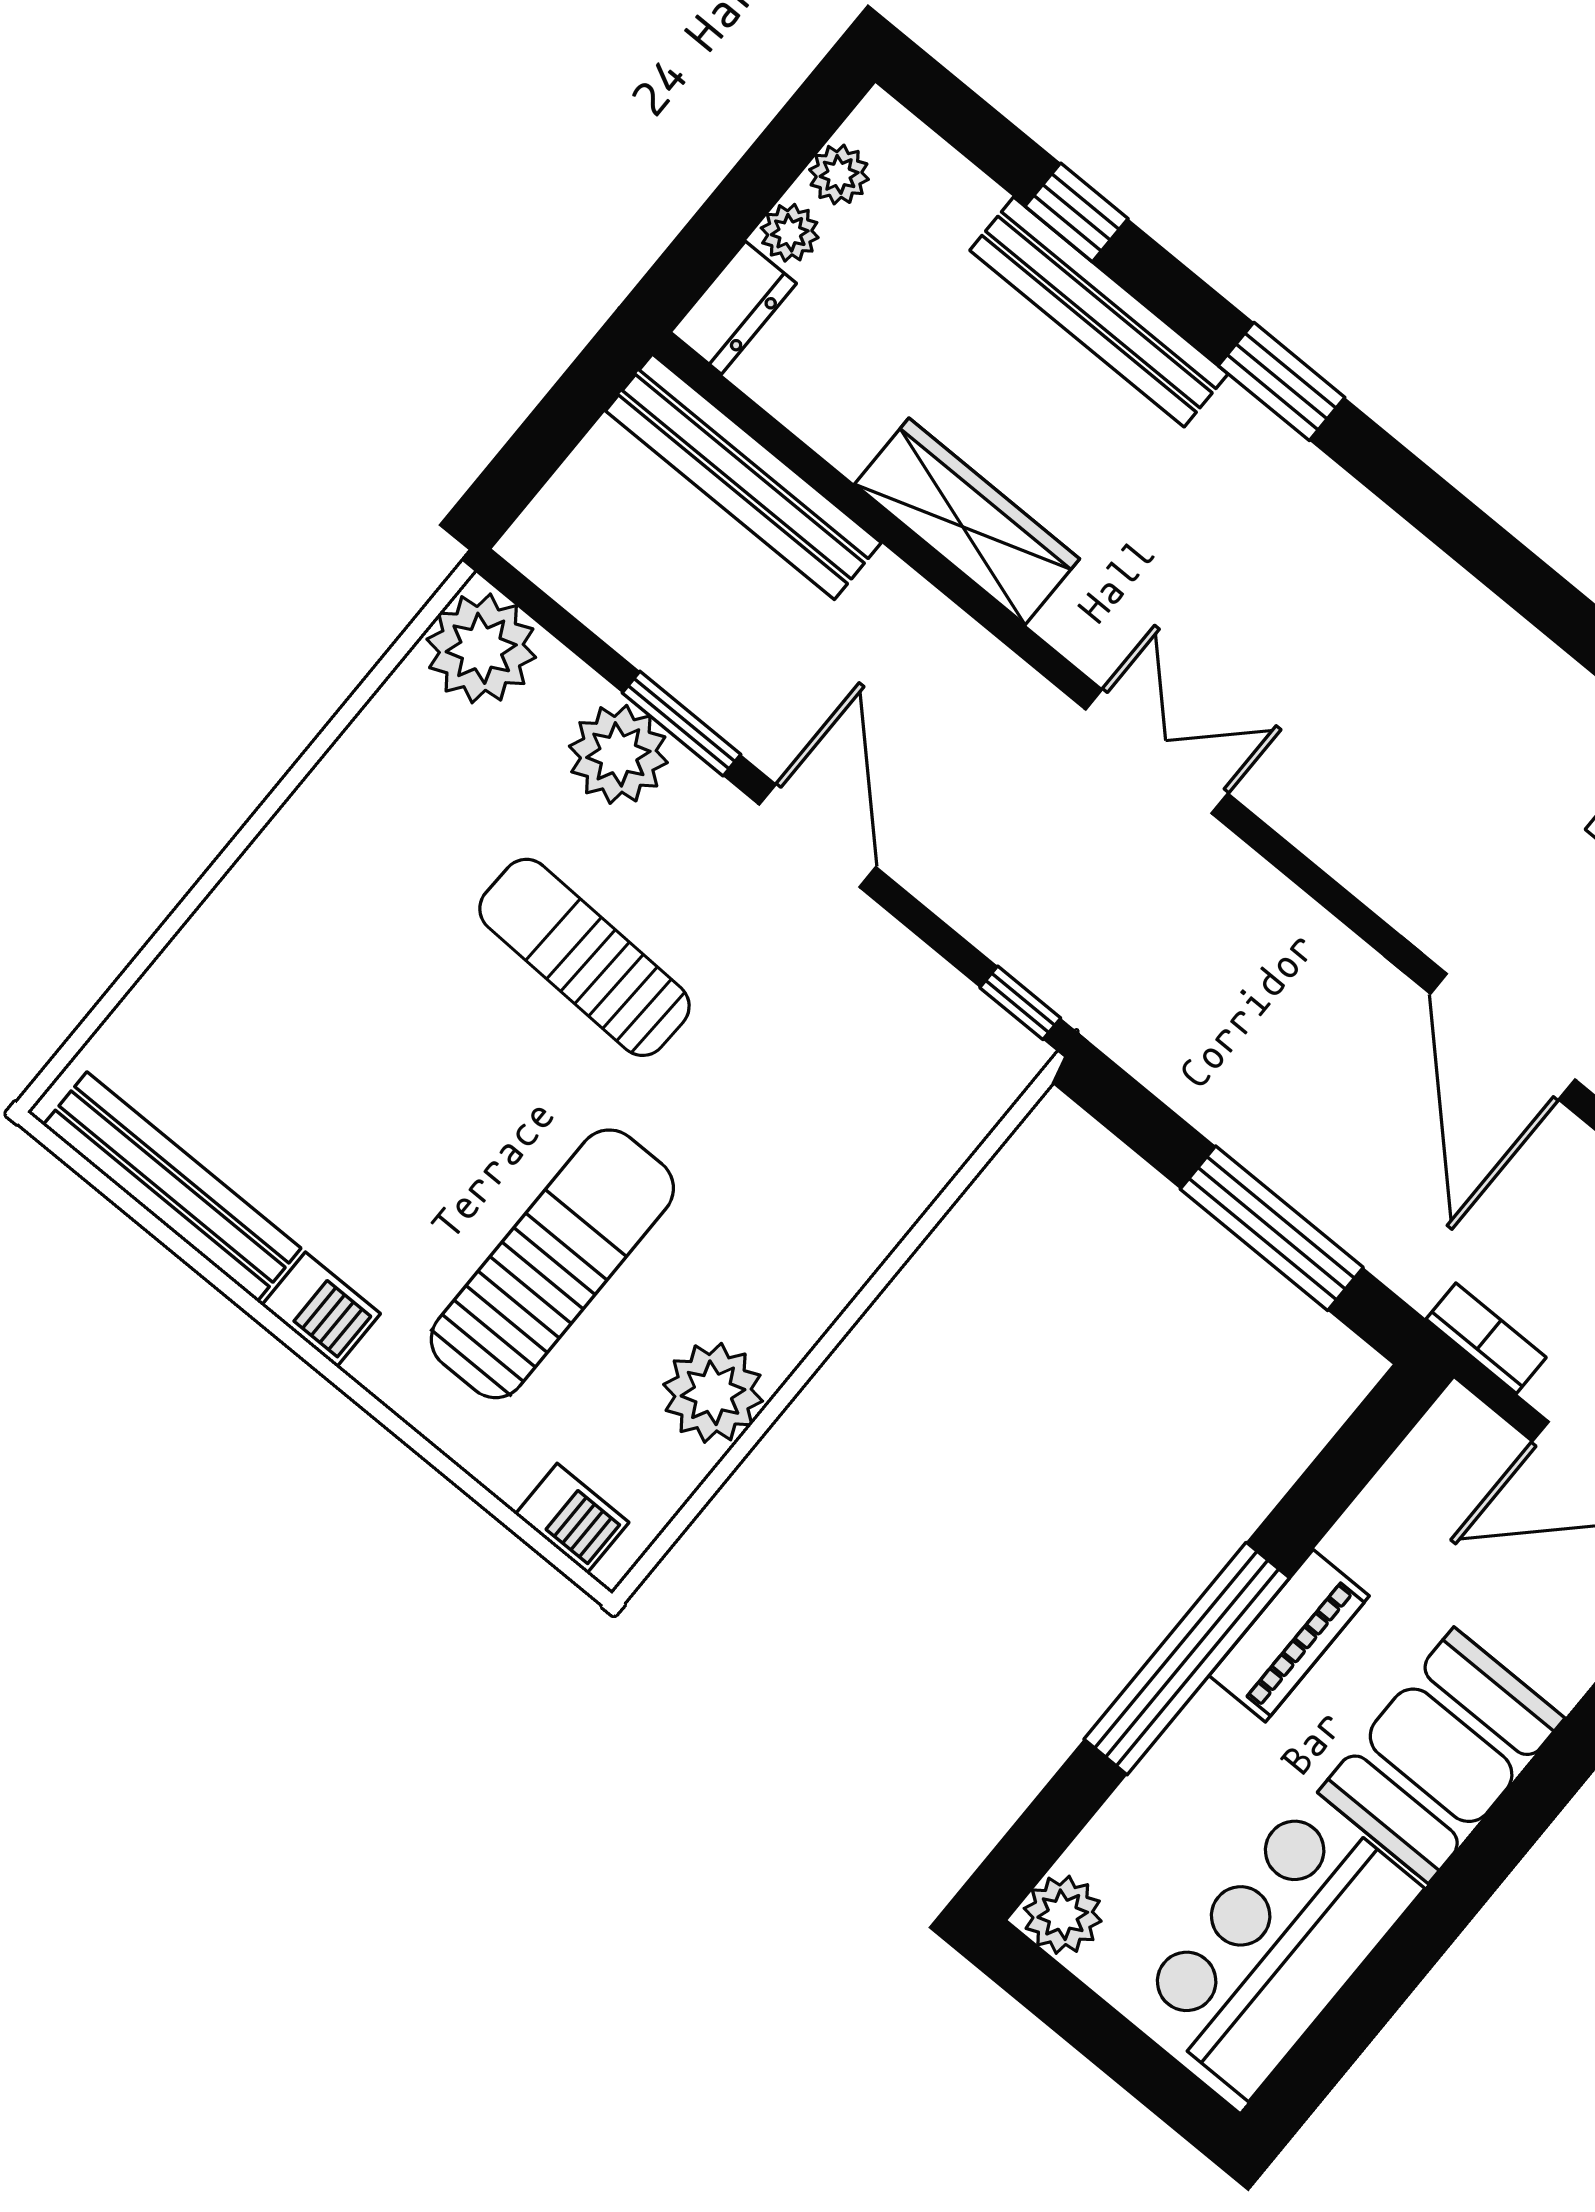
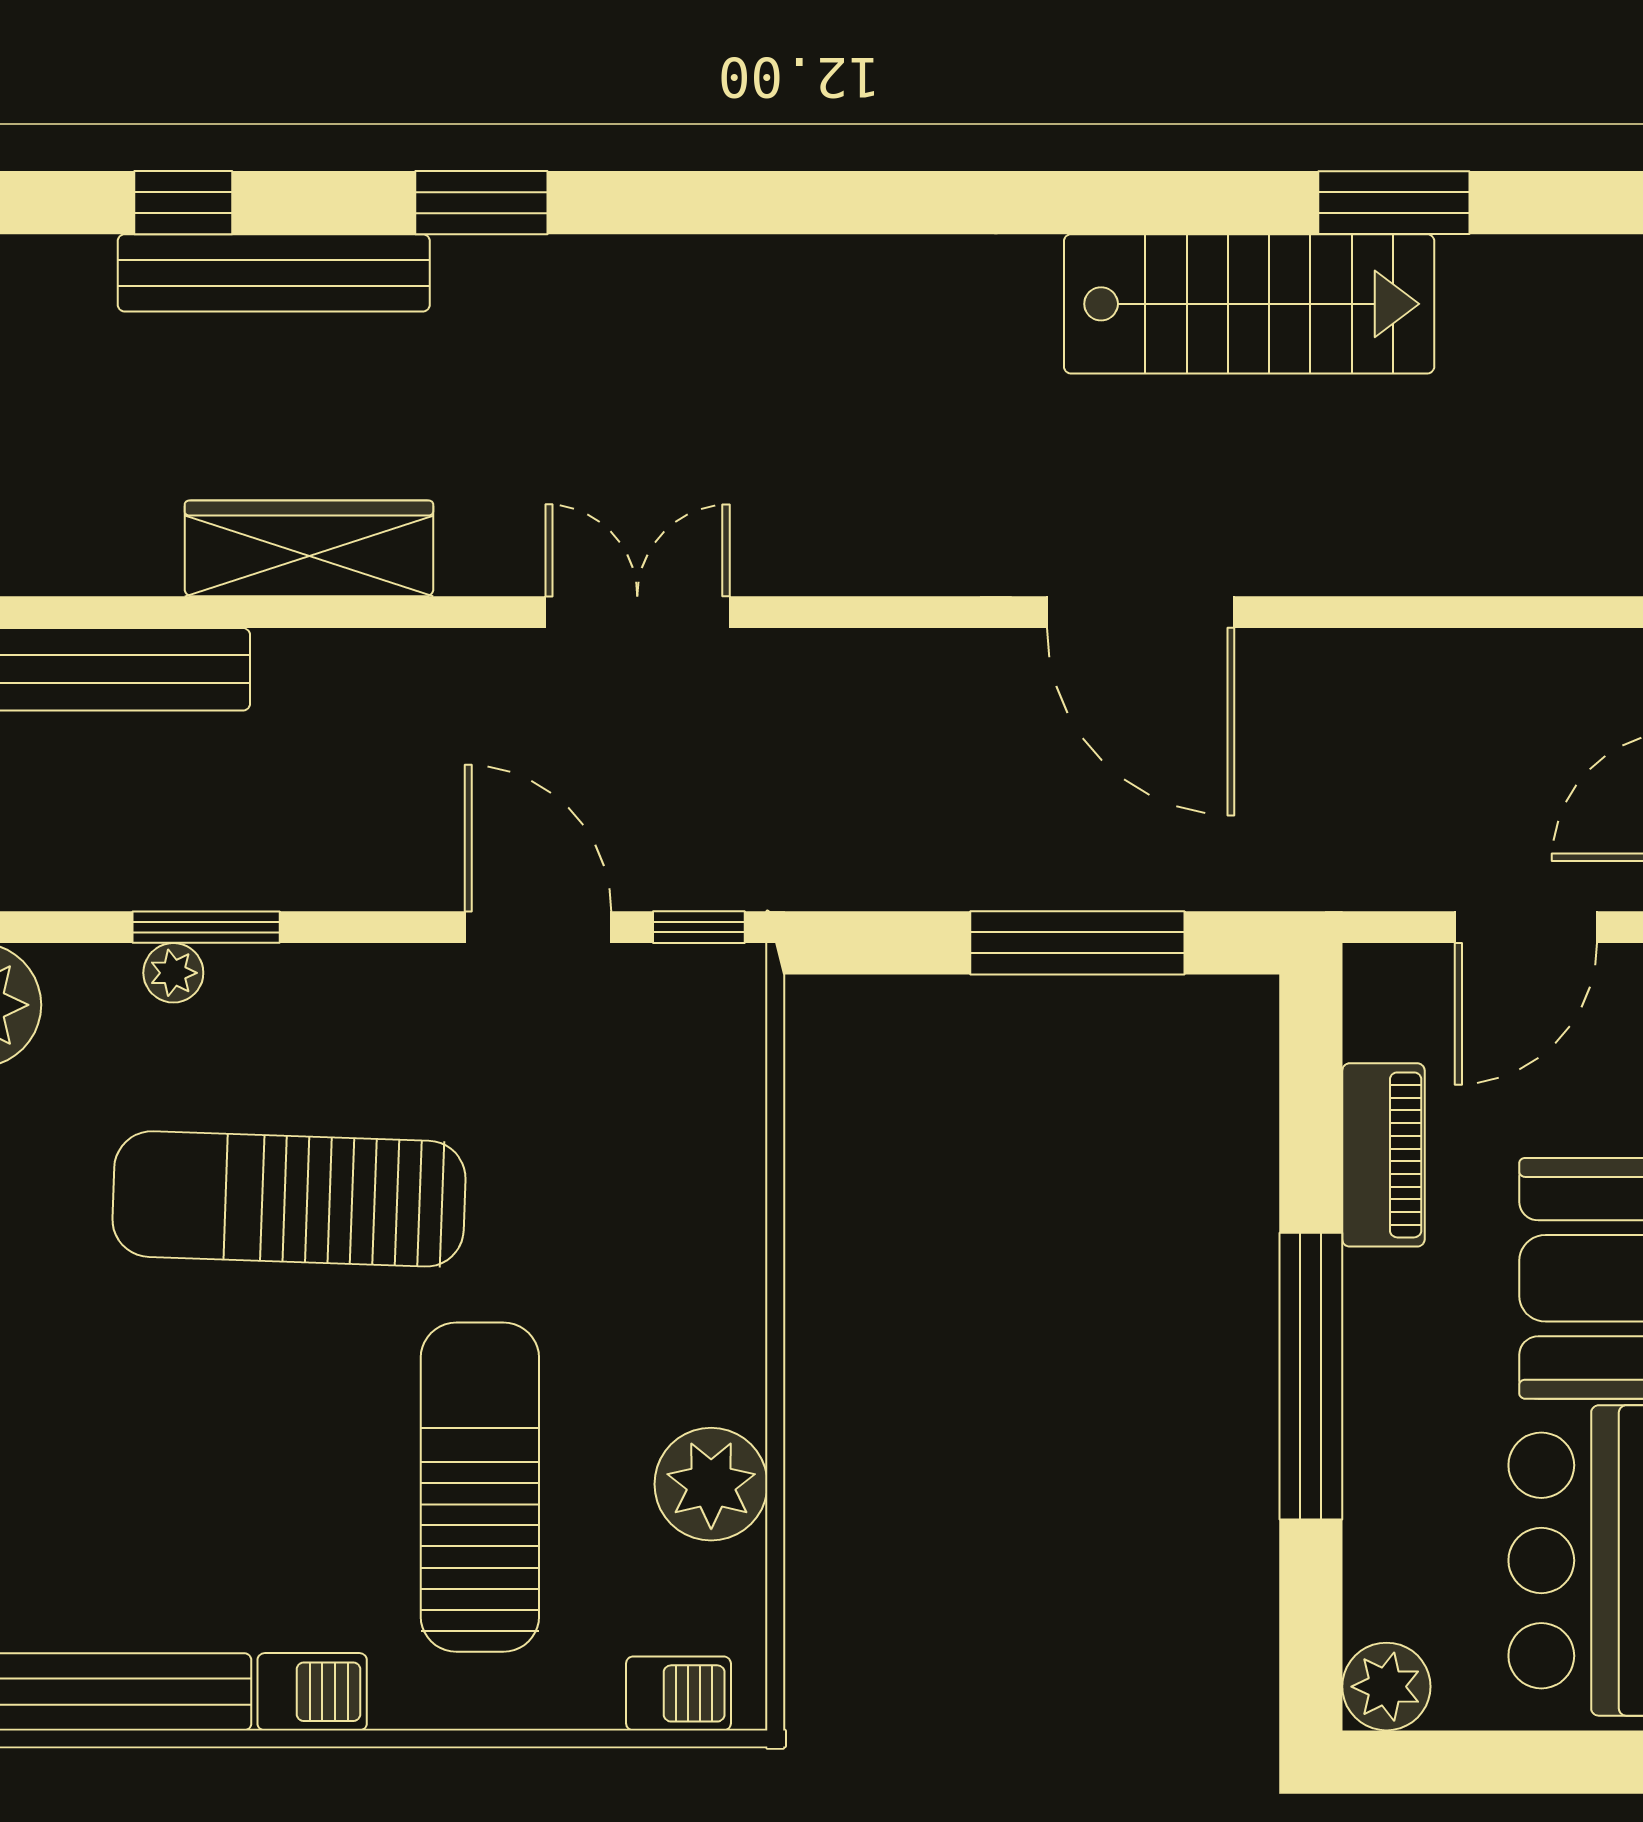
plant: (618, 754) -> (173, 973), width x0.53, depth x0.53
door: (818, 836) -> (538, 927), moved
sun lounger: (584, 957) -> (289, 1199), width x1.36, depth x1.34
bookcase: (1486, 1338) -> (1342, 885), removed
piano: (1289, 1636) -> (1383, 1155), moved

